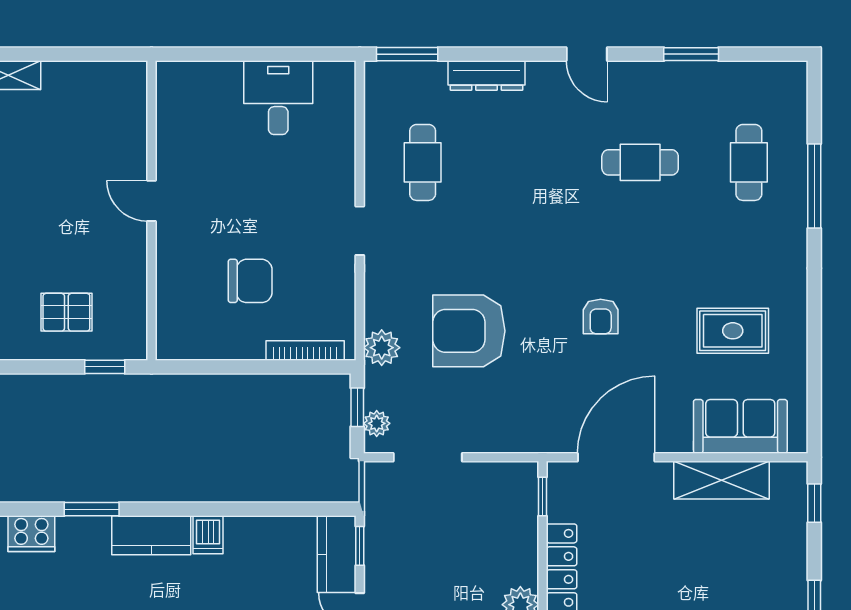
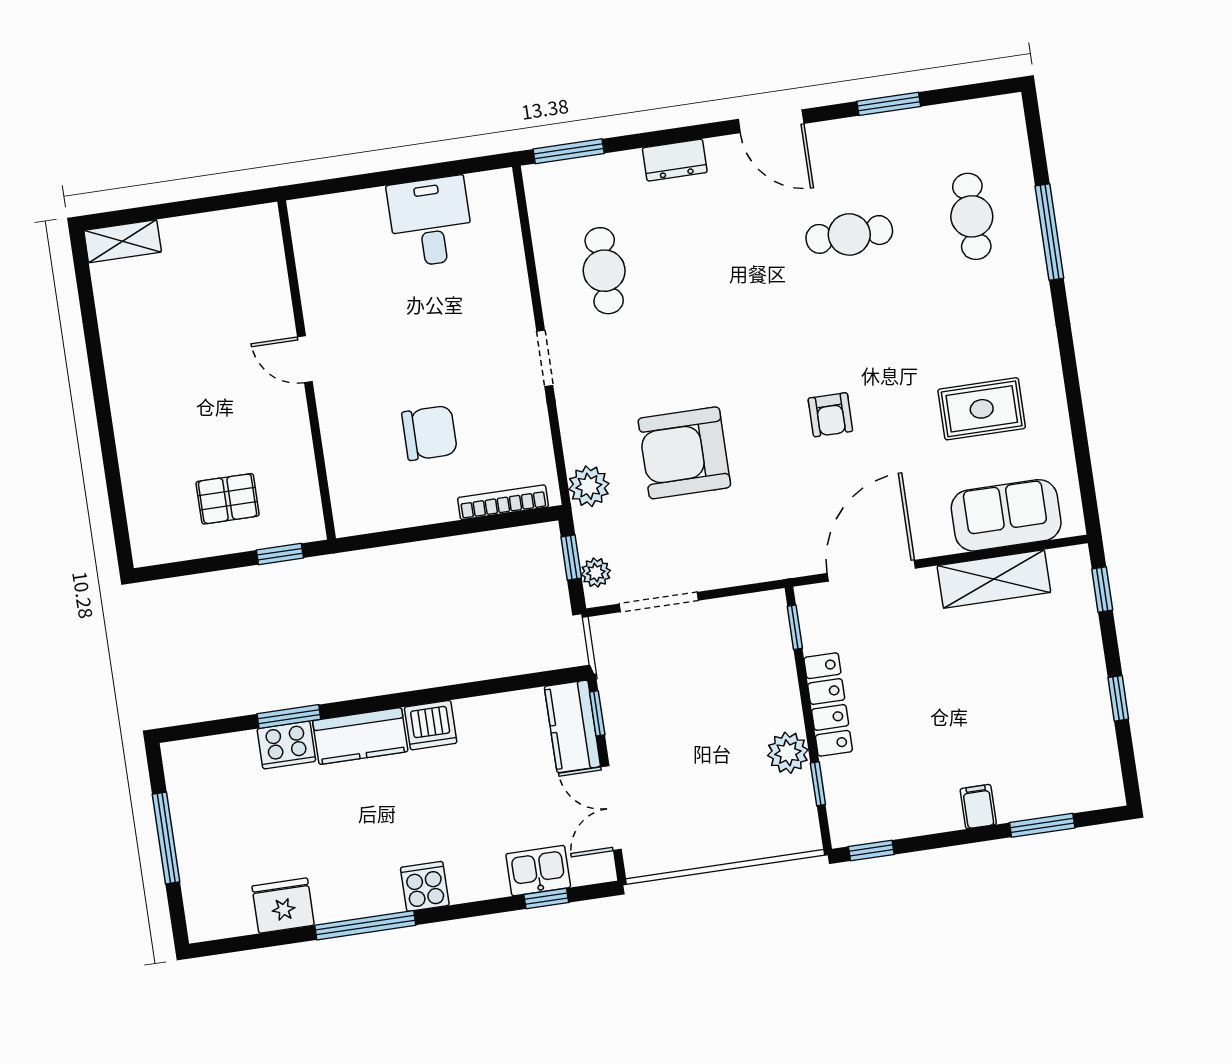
door: (587, 54) -> (771, 121), width x1.38
dresser: (486, 75) -> (675, 160), width x0.70
cooker: (31, 534) -> (286, 745), moved
dishwasher: (208, 535) -> (431, 725), width x1.38

